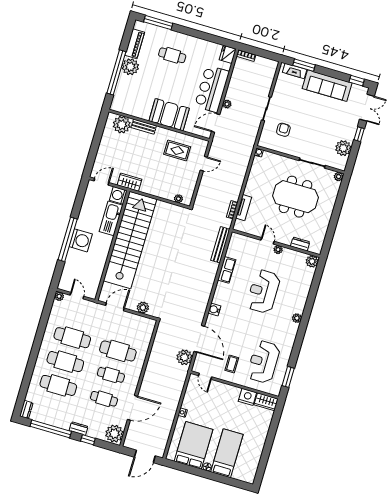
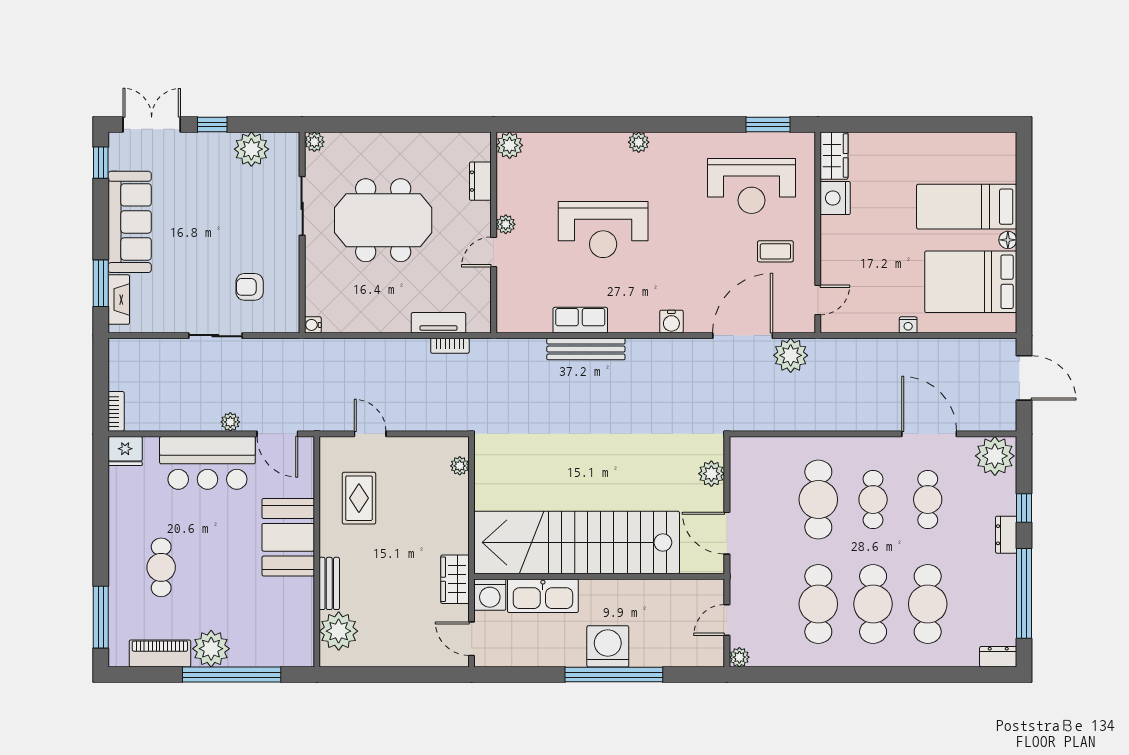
meeting table: (295, 197) -> (383, 220), turned 90
bench: (220, 245) -> (586, 349), moved

